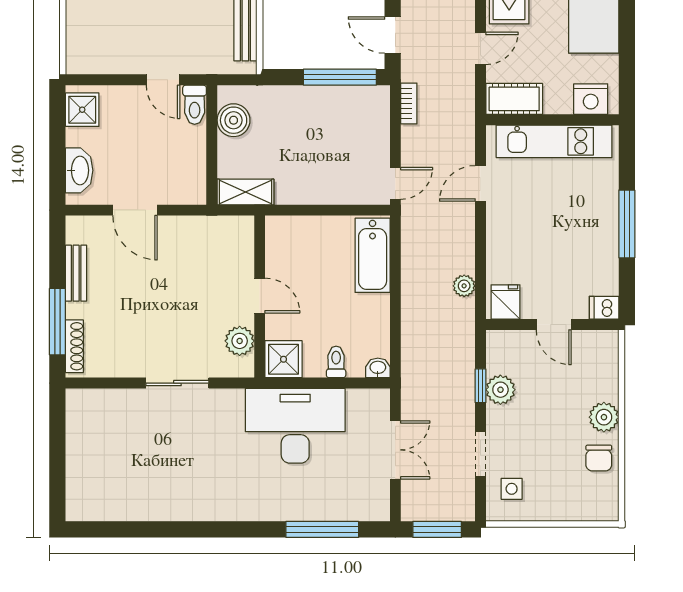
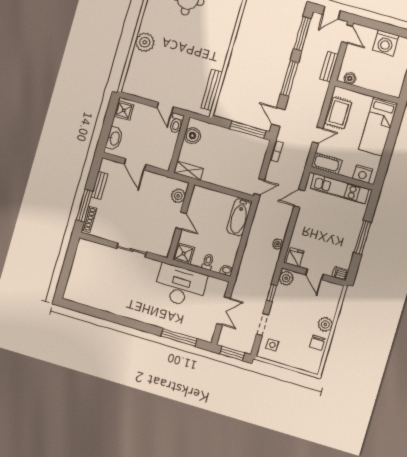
plant: (240, 341) -> (178, 196), moved
plant: (500, 390) -> (286, 278), moved

